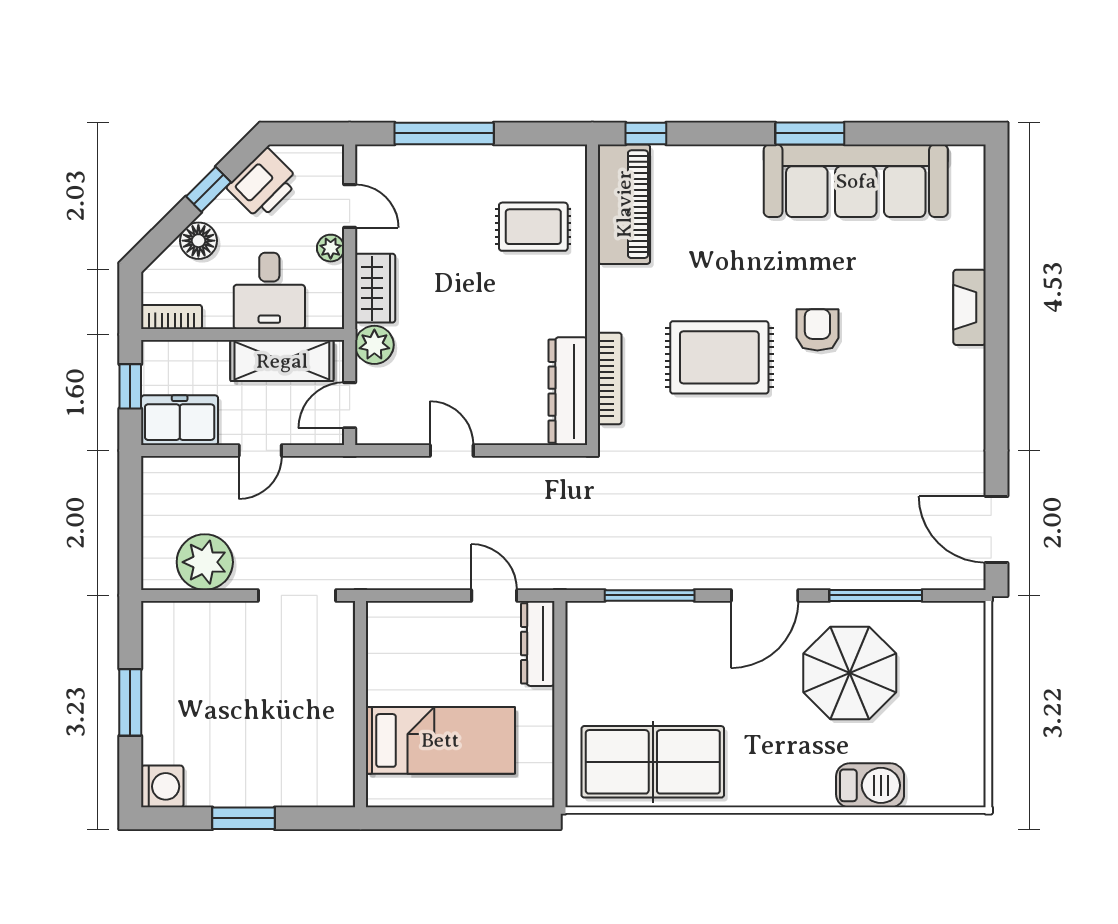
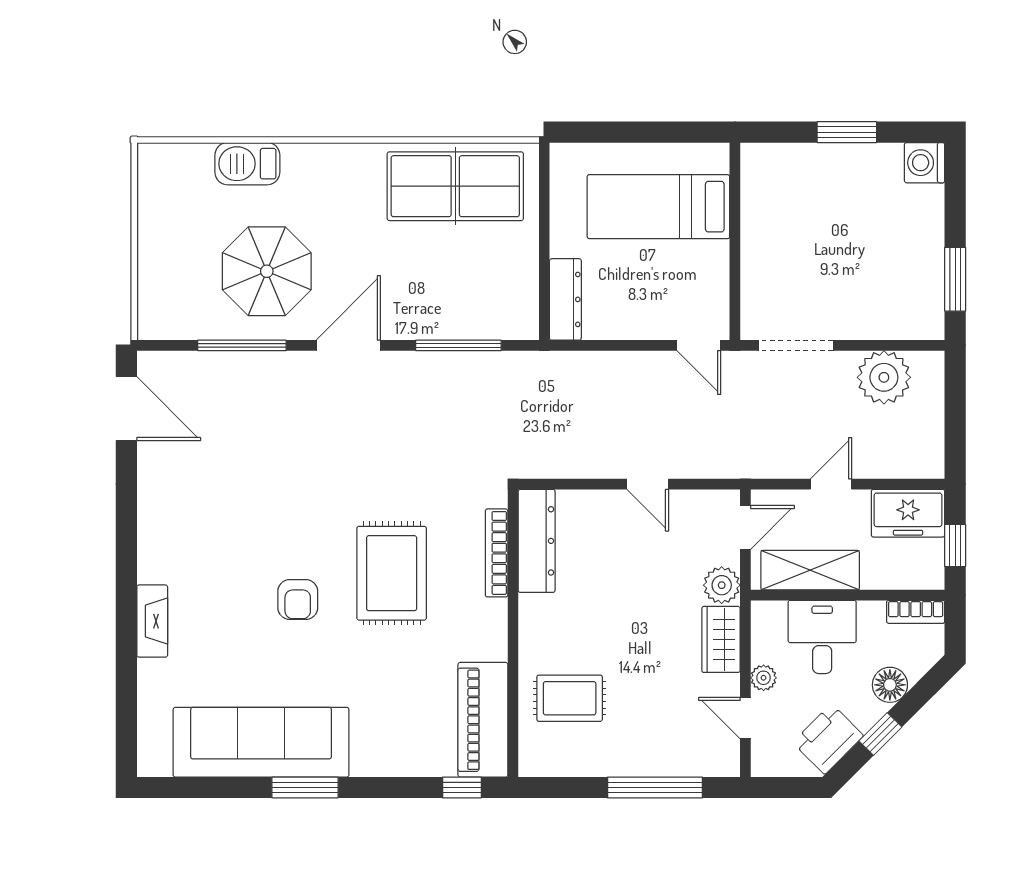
rug: (719, 357) -> (392, 573), turned 90
door: (494, 595) -> (699, 345), moved
window: (130, 702) -> (955, 279), moved

